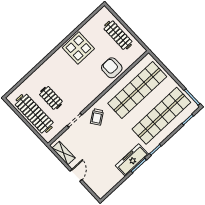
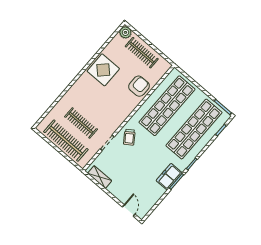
plant: (104, 13) -> (125, 32), added
armchair: (112, 68) -> (139, 86), turned 90
clothes rail: (51, 98) -> (81, 123), width x1.36
freezer: (132, 160) -> (169, 177), width x0.71
door: (76, 175) -> (129, 211), moved

